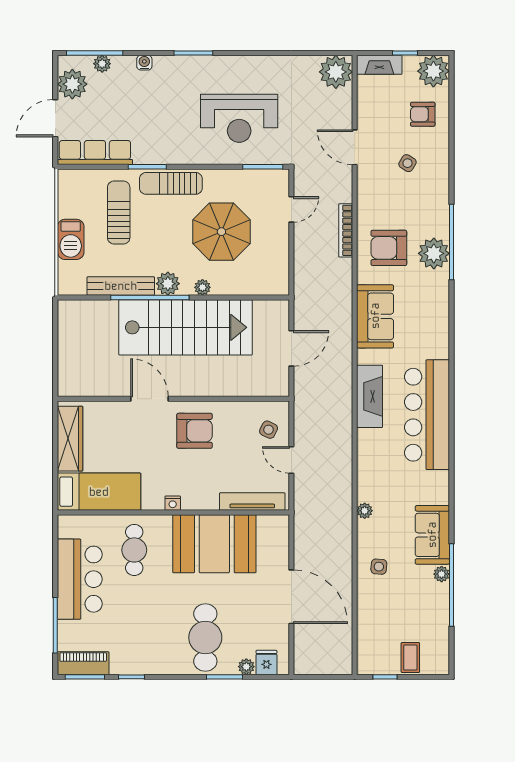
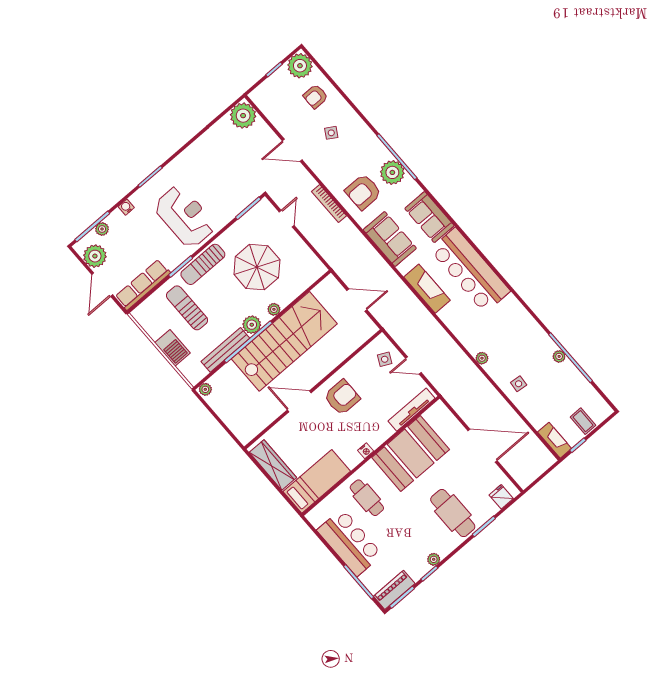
fireplace: (379, 65) -> (555, 440), moved, turned -90
reception desk: (239, 118) -> (185, 216), moved, turned -90
plant: (68, 308) -> (205, 389), added
door: (291, 348) -> (357, 300), hinge flipped
sofa: (432, 535) -> (429, 217), moved
plant: (246, 667) -> (434, 559), moved

